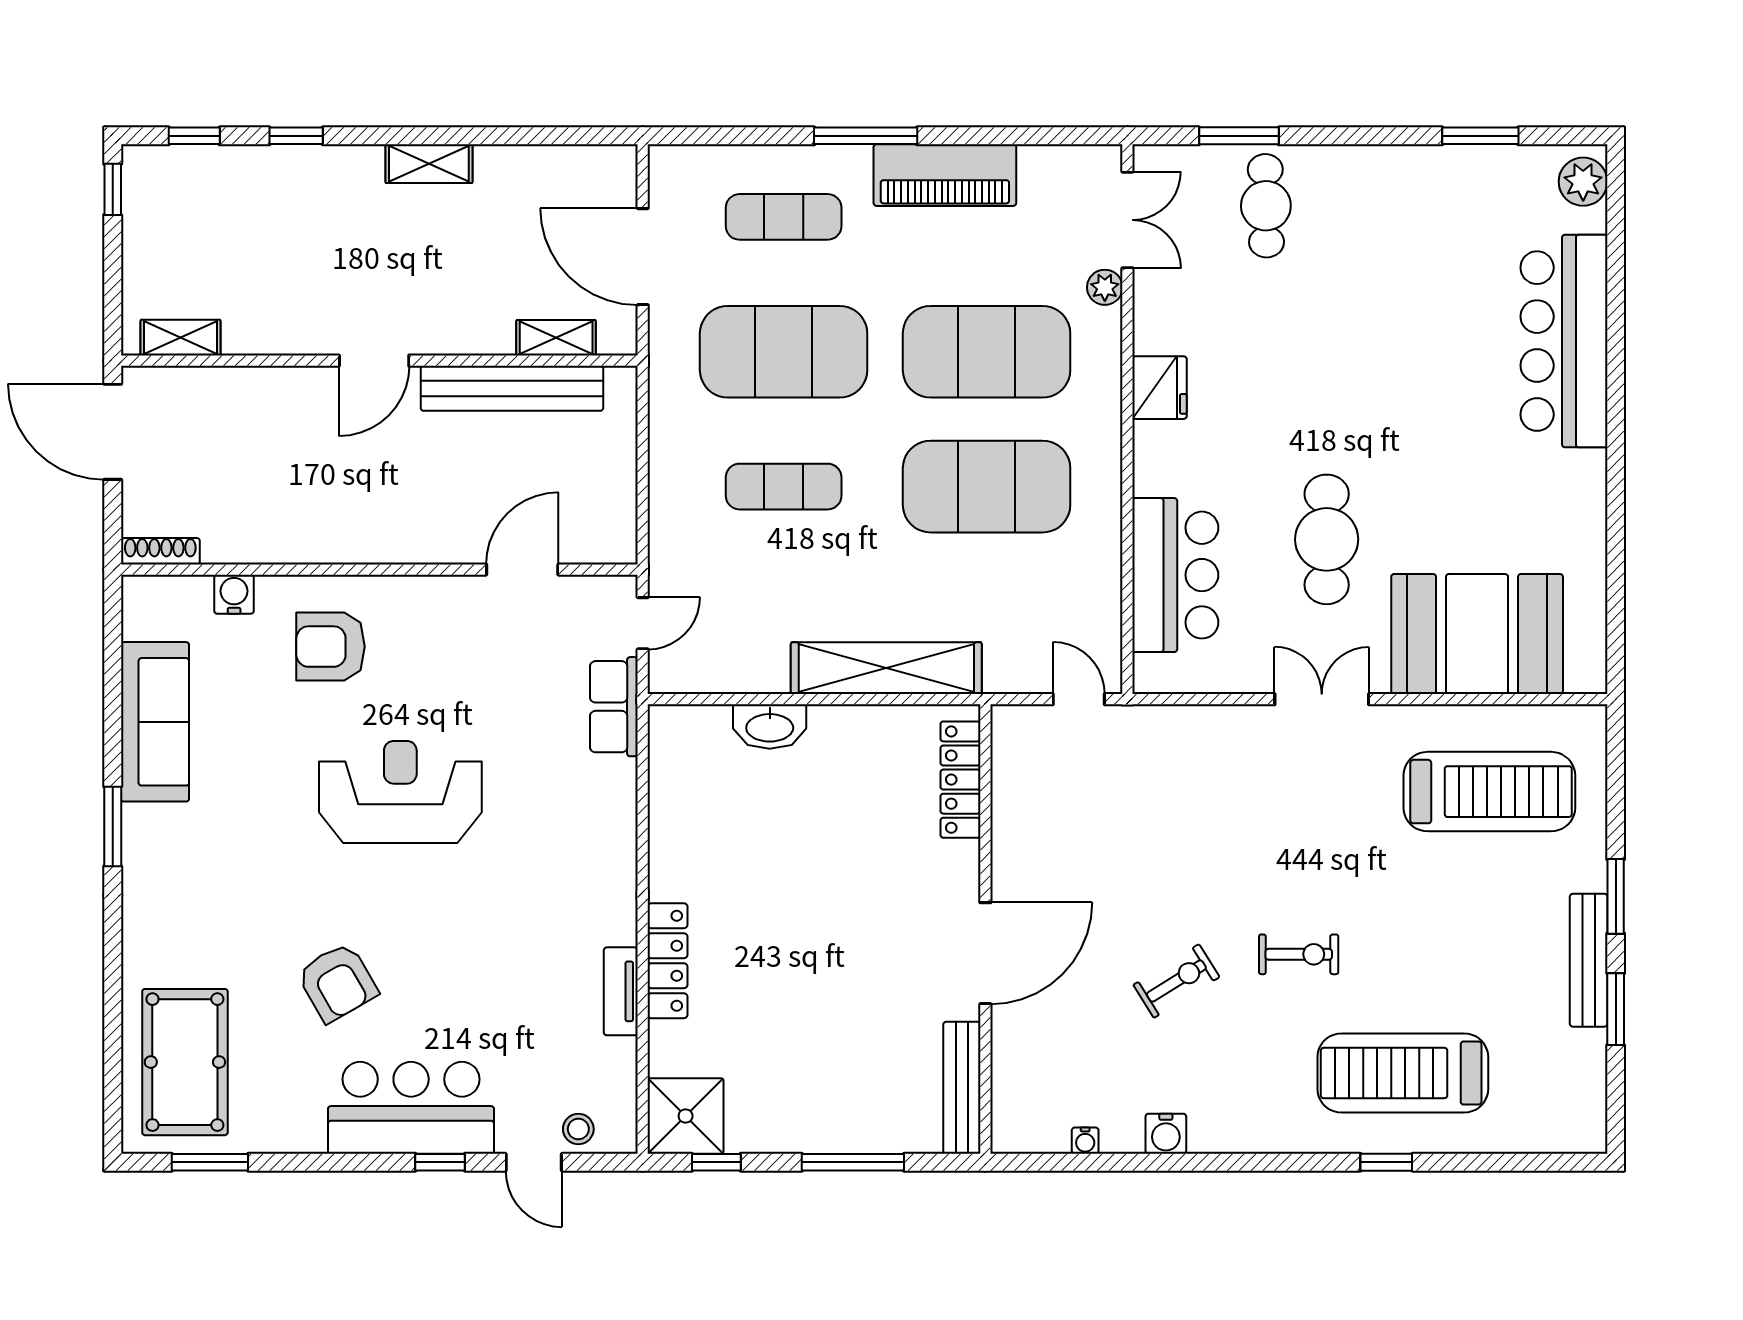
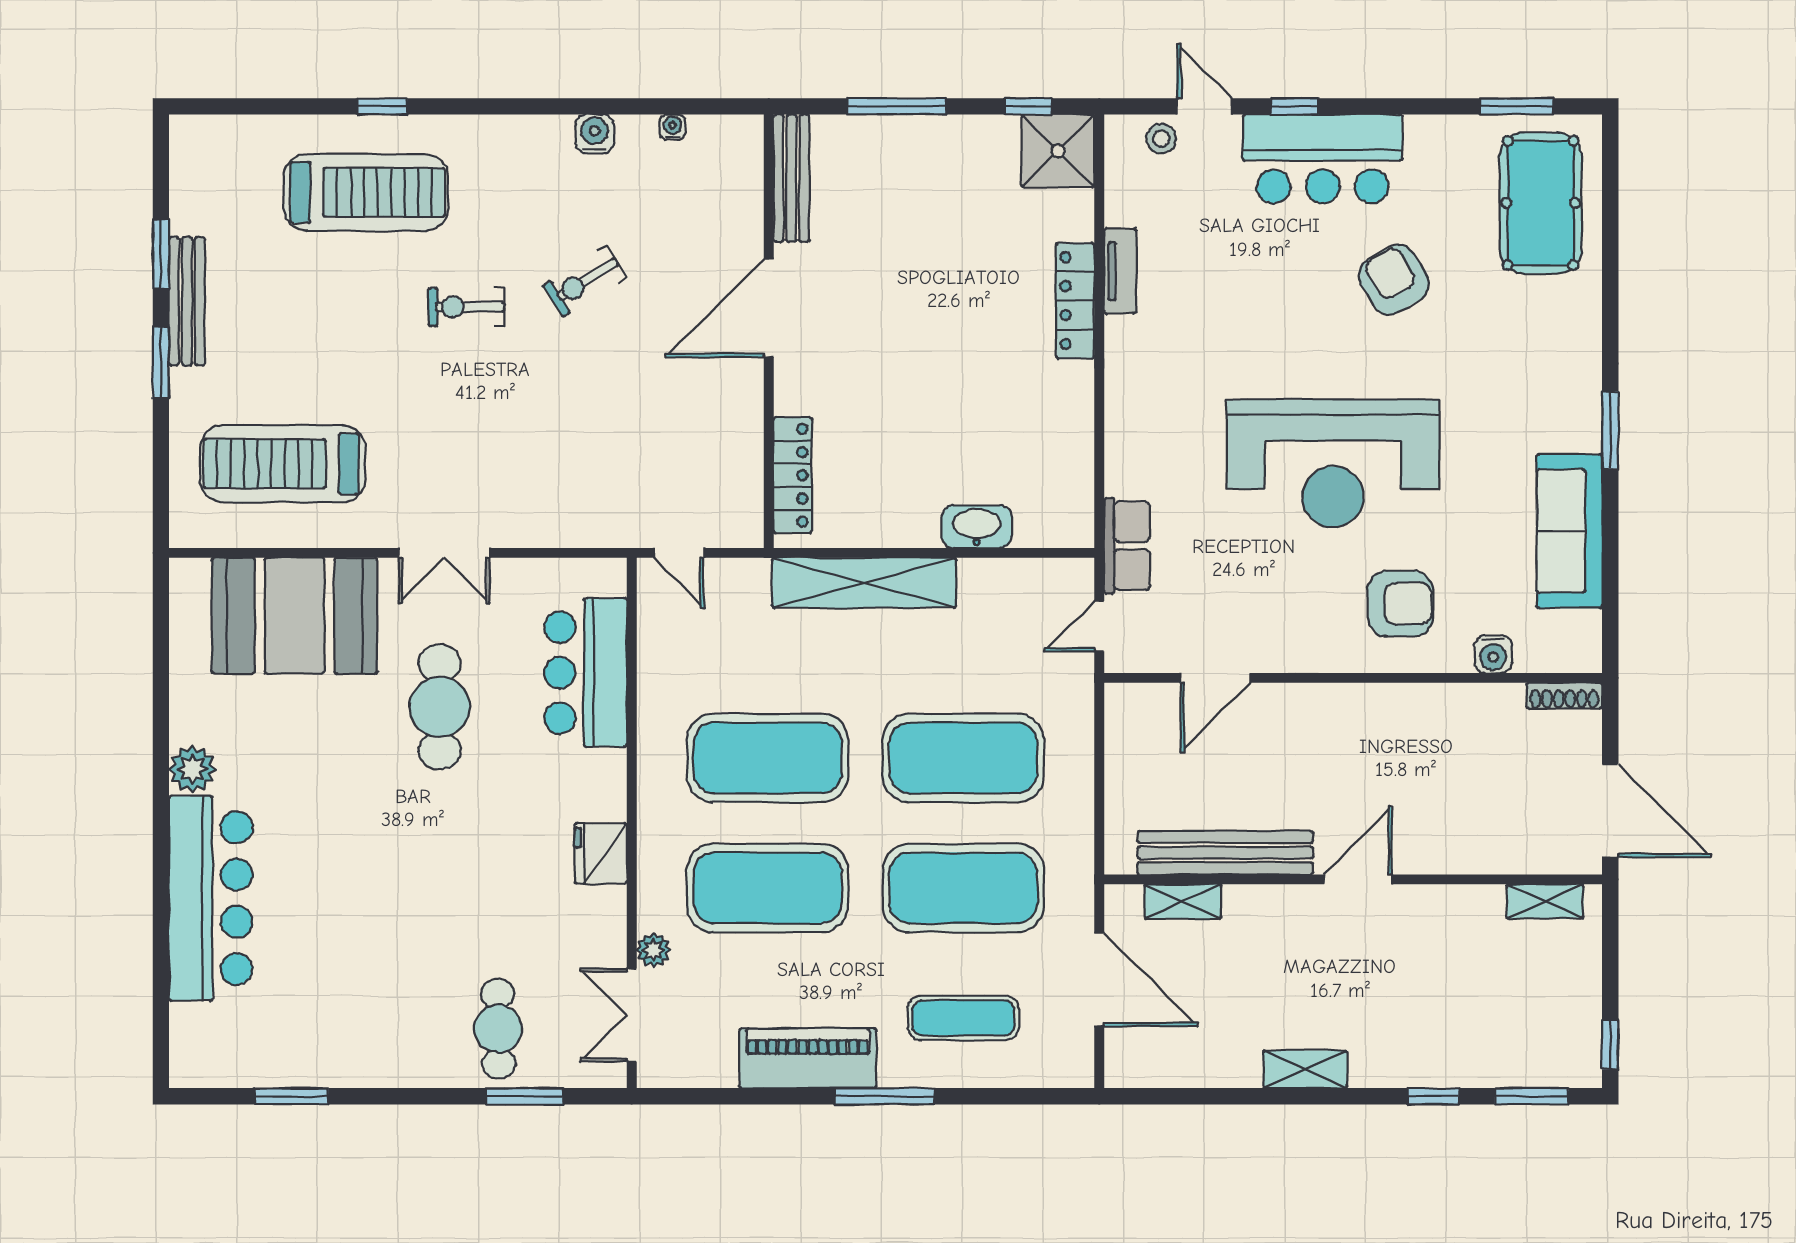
window: (194, 136) -> (1532, 1096), width x1.50
plant: (1583, 182) -> (192, 769), moved
exercise mat: (784, 487) -> (963, 758), width x2.00, depth x1.45
reception desk: (400, 792) -> (1333, 463), width x1.36, depth x1.30

